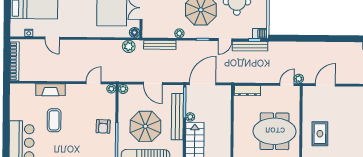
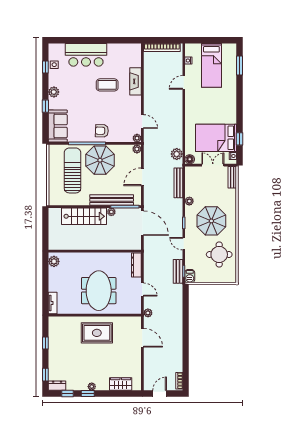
bench: (250, 46) -> (178, 271), width x0.73
door: (287, 85) -> (142, 290), moved
parasol: (145, 126) -> (100, 160), moved
rug: (320, 134) -> (97, 333), width x1.36, depth x1.43

